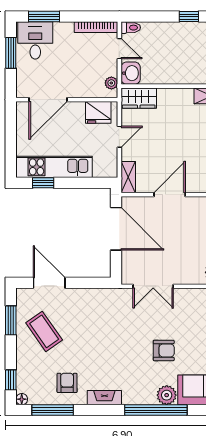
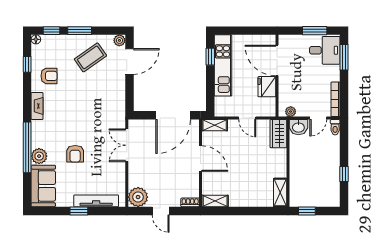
fridge: (98, 112) -> (267, 87), moved
plant: (23, 295) -> (119, 40), added
window: (11, 320) -> (80, 31), moved
window: (53, 410) -> (27, 64), width x0.46

